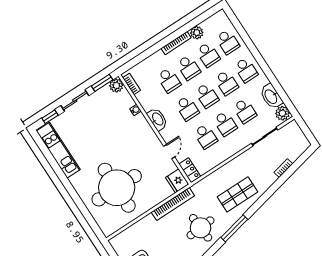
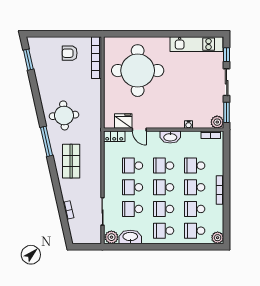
plant: (197, 33) -> (218, 238), moved
fridge: (177, 181) -> (123, 121), moved
bookcase: (173, 204) -> (96, 58), moved

